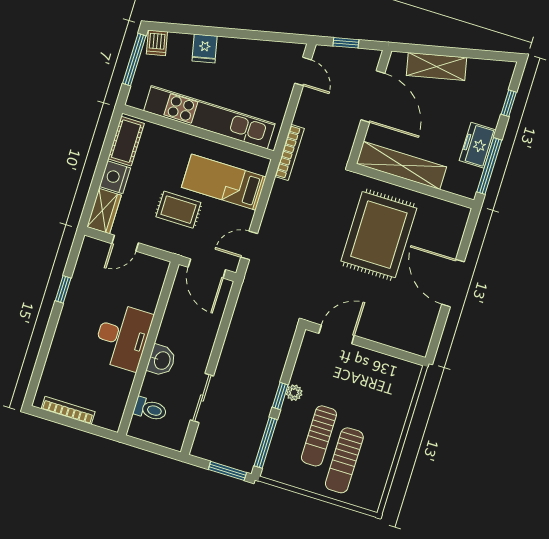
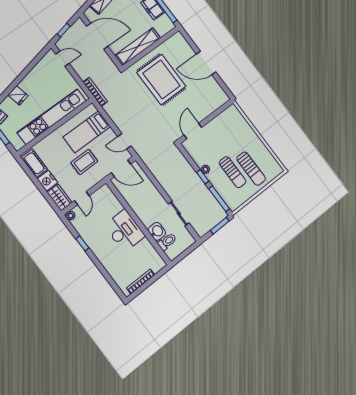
plant: (90, 245) -> (71, 216), added
door: (249, 245) -> (124, 141), hinge flipped
washbasin: (162, 360) -> (157, 231), moved

